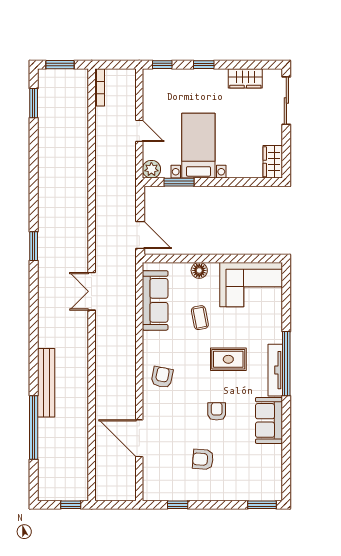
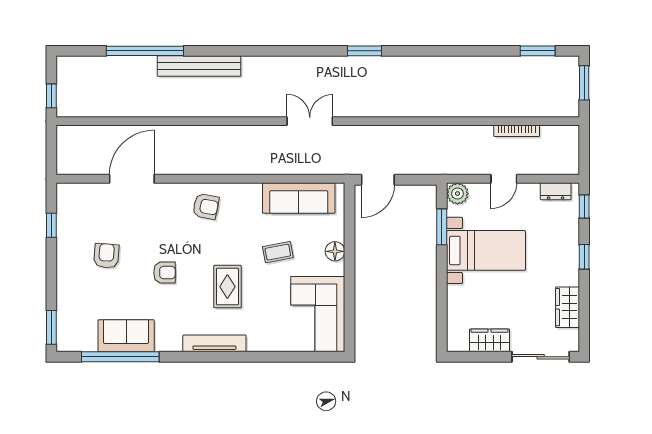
bookcase: (100, 87) -> (517, 131), moved
dresser: (150, 88) -> (556, 191), added
wardrobe: (273, 162) -> (489, 340), moved
window: (286, 364) -> (120, 357), moved
sofa: (269, 420) -> (126, 336), moved

